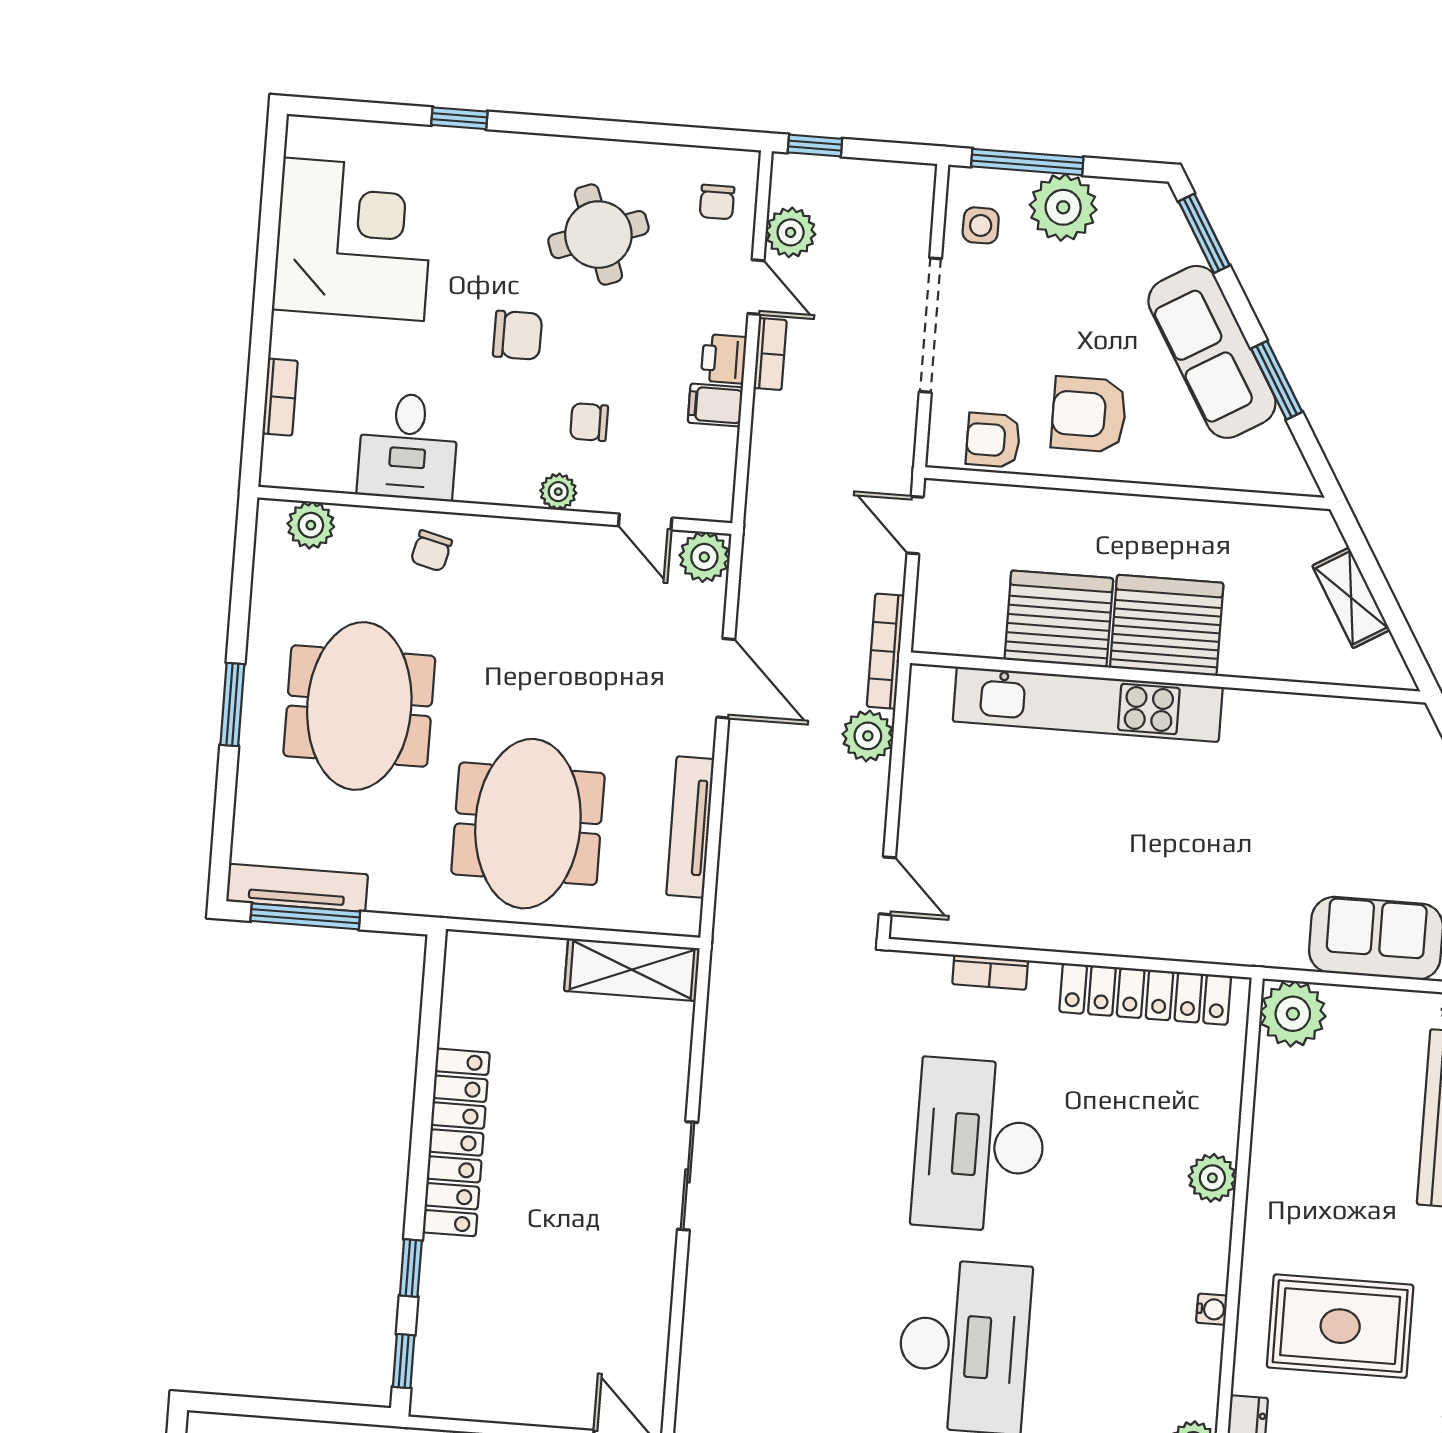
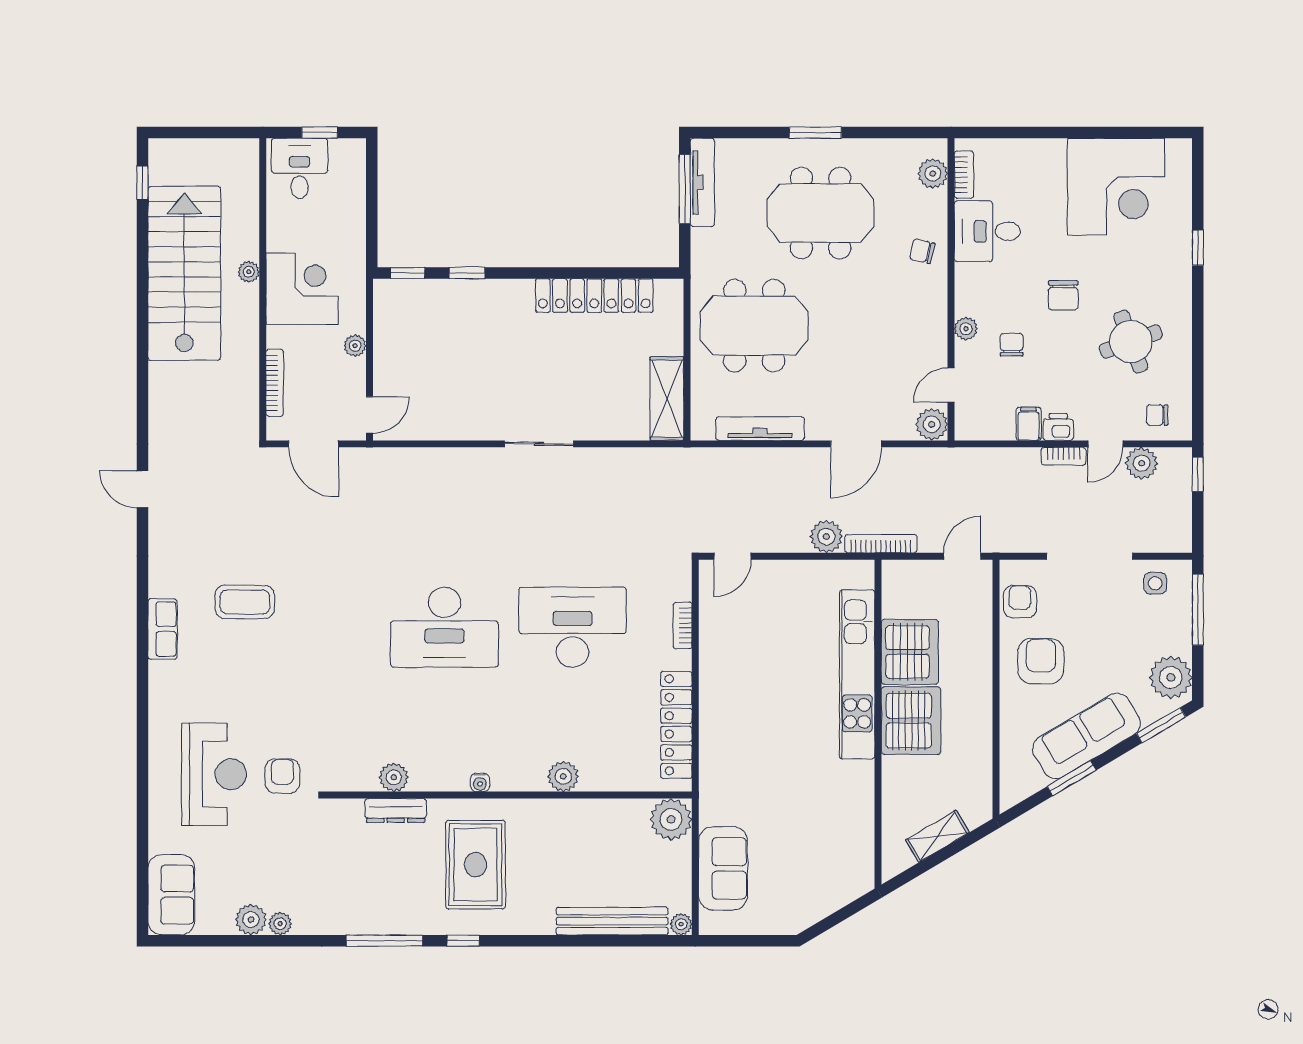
plant: (1063, 207) -> (1171, 677), moved
bookcase: (280, 397) -> (964, 175), moved, turned -90
locker: (456, 1142) -> (594, 296), moved

